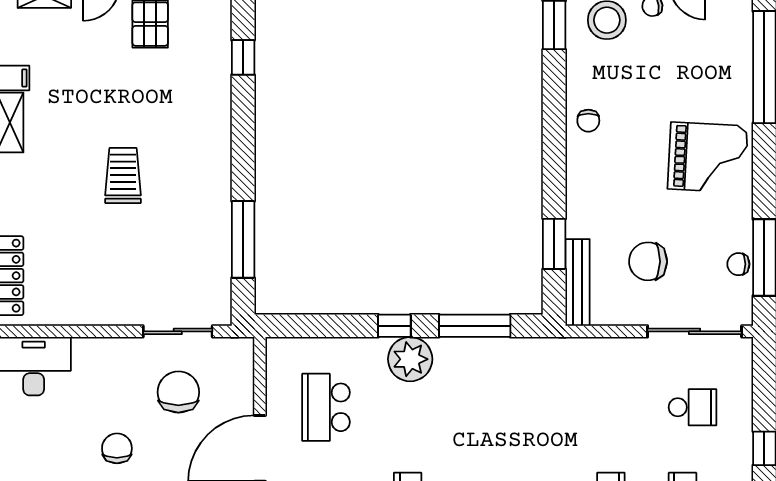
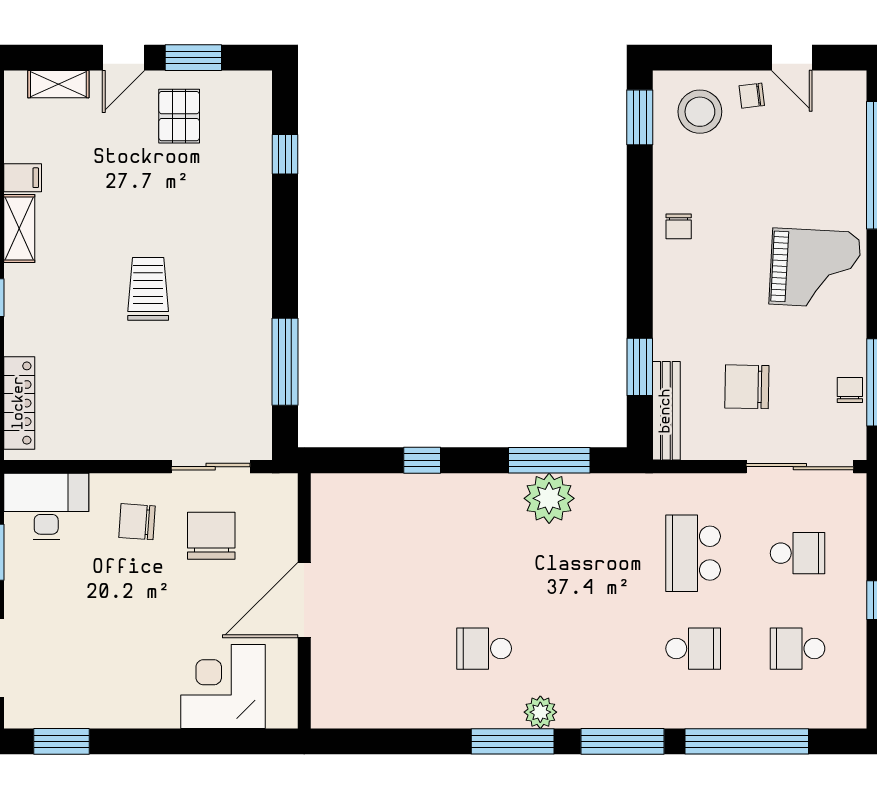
chair: (738, 264) -> (850, 390), turned 90
window: (394, 326) -> (422, 460), moved
plant: (410, 359) -> (549, 498), moved
school desk: (326, 407) -> (693, 553), moved
chair: (117, 448) -> (137, 522), moved, turned -86

